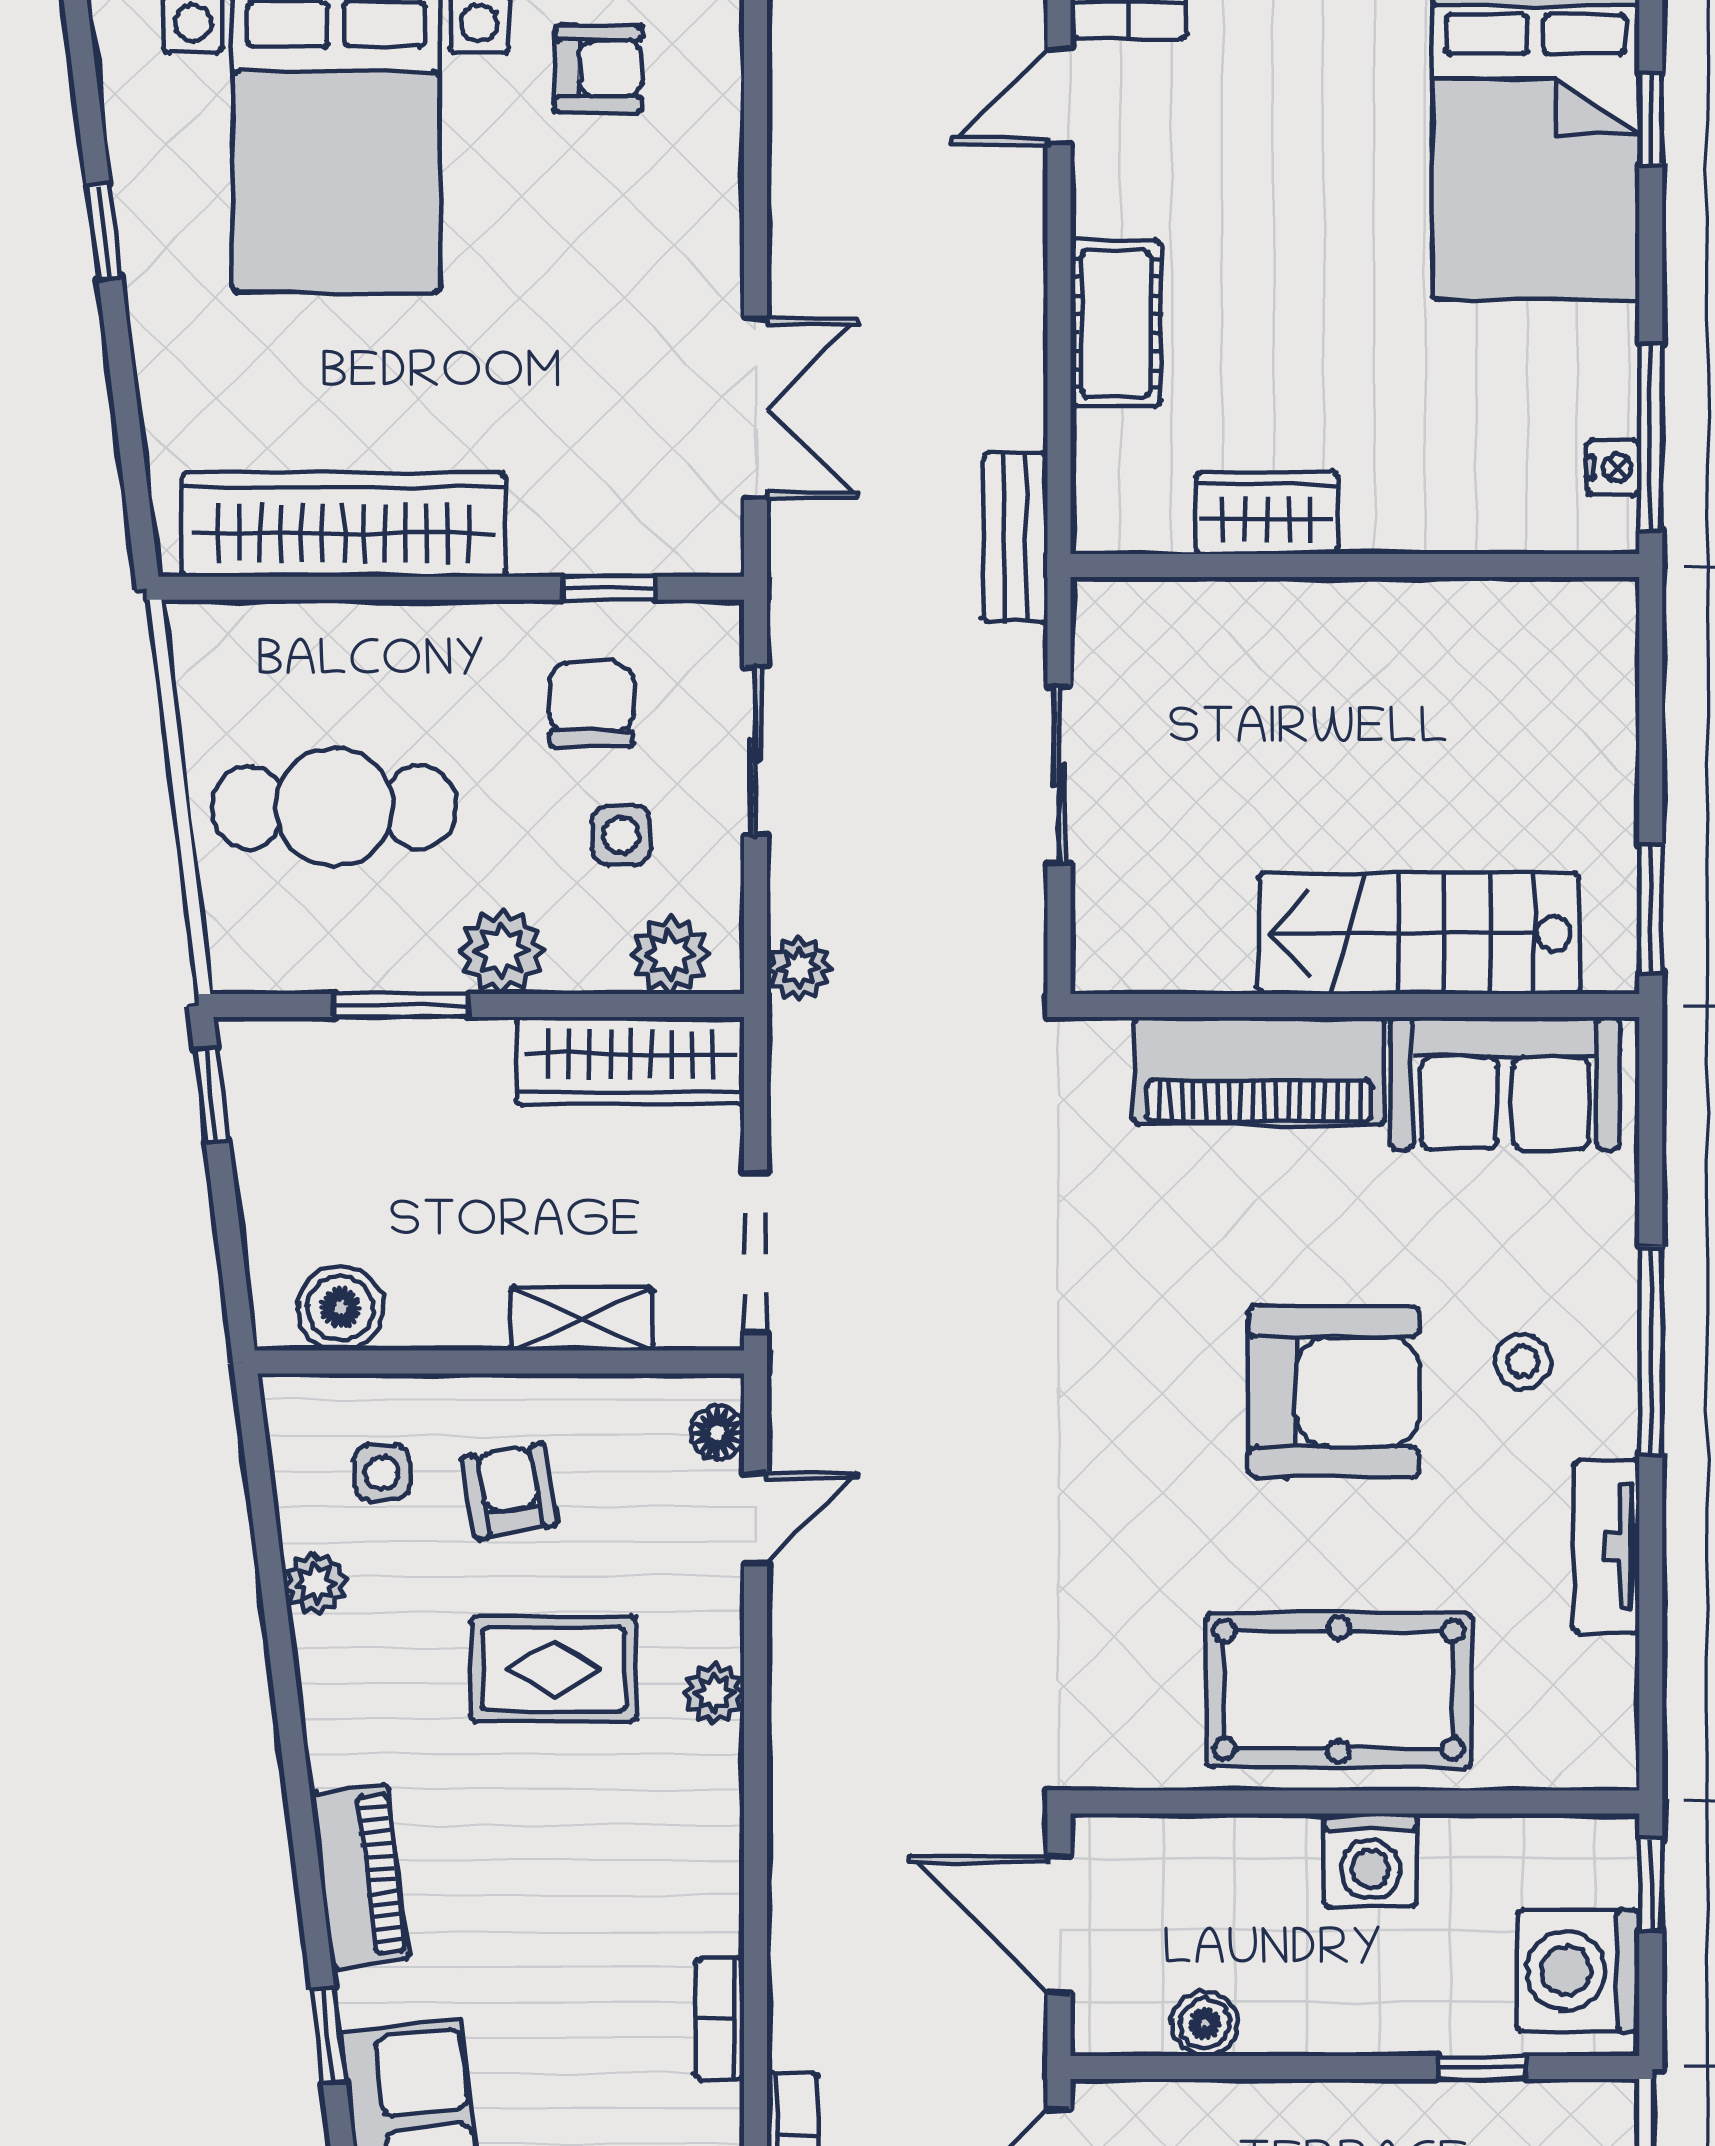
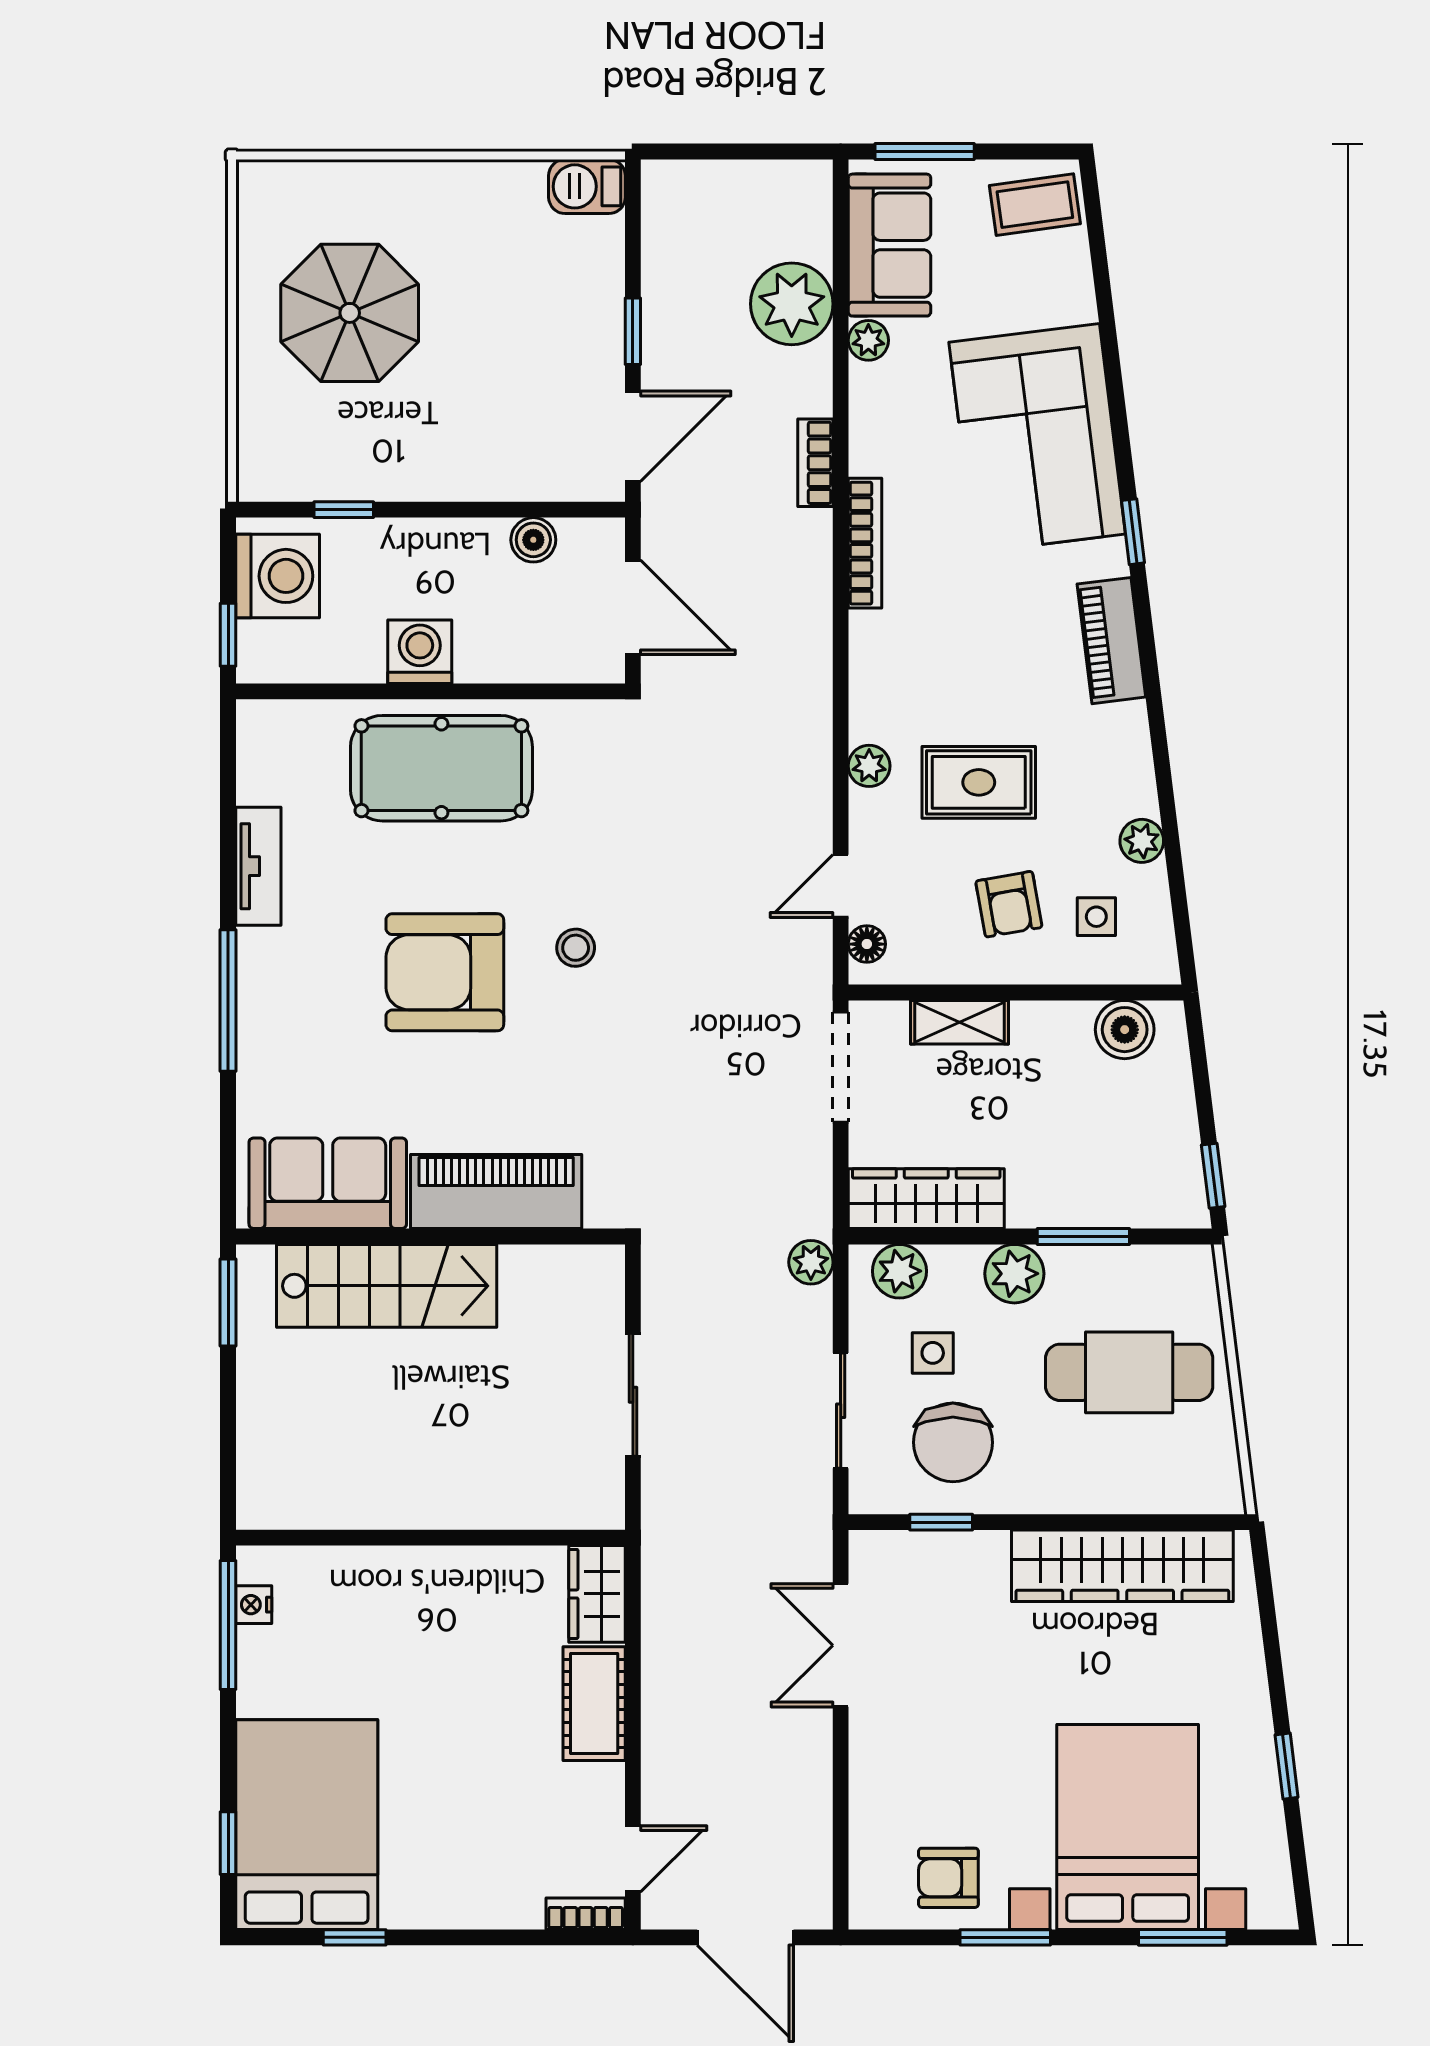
wardrobe: (1267, 513) -> (597, 1594), moved, turned 90
bench: (1015, 538) -> (663, 1557), removed
chair: (591, 705) -> (953, 1442), width x1.37, depth x1.37
stool: (1523, 1362) -> (576, 948), moved
bookcase: (720, 2019) -> (865, 543), width x1.56

